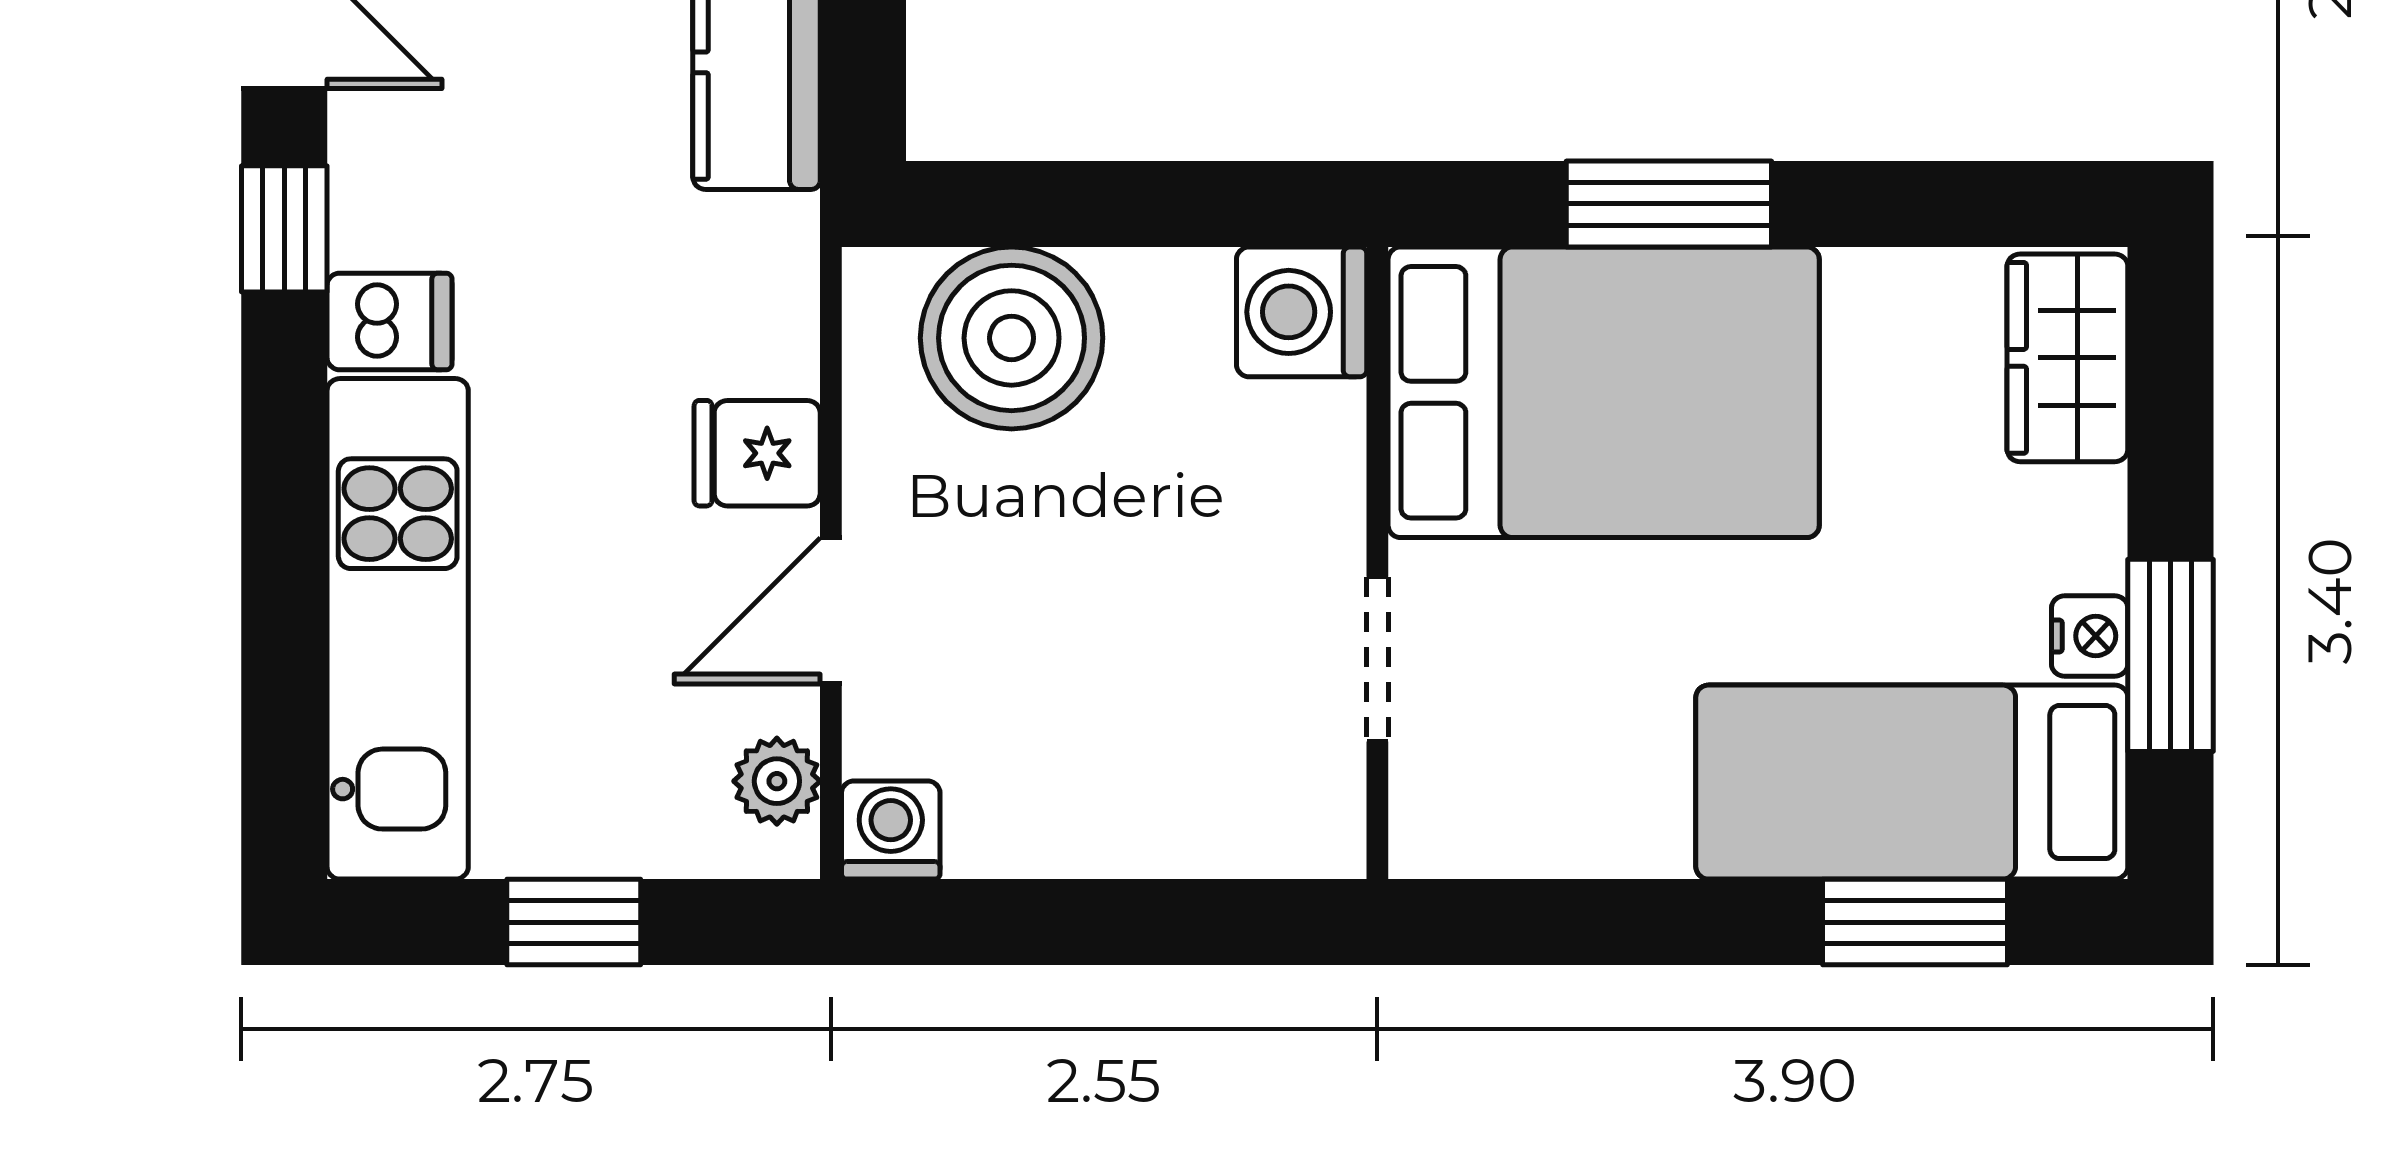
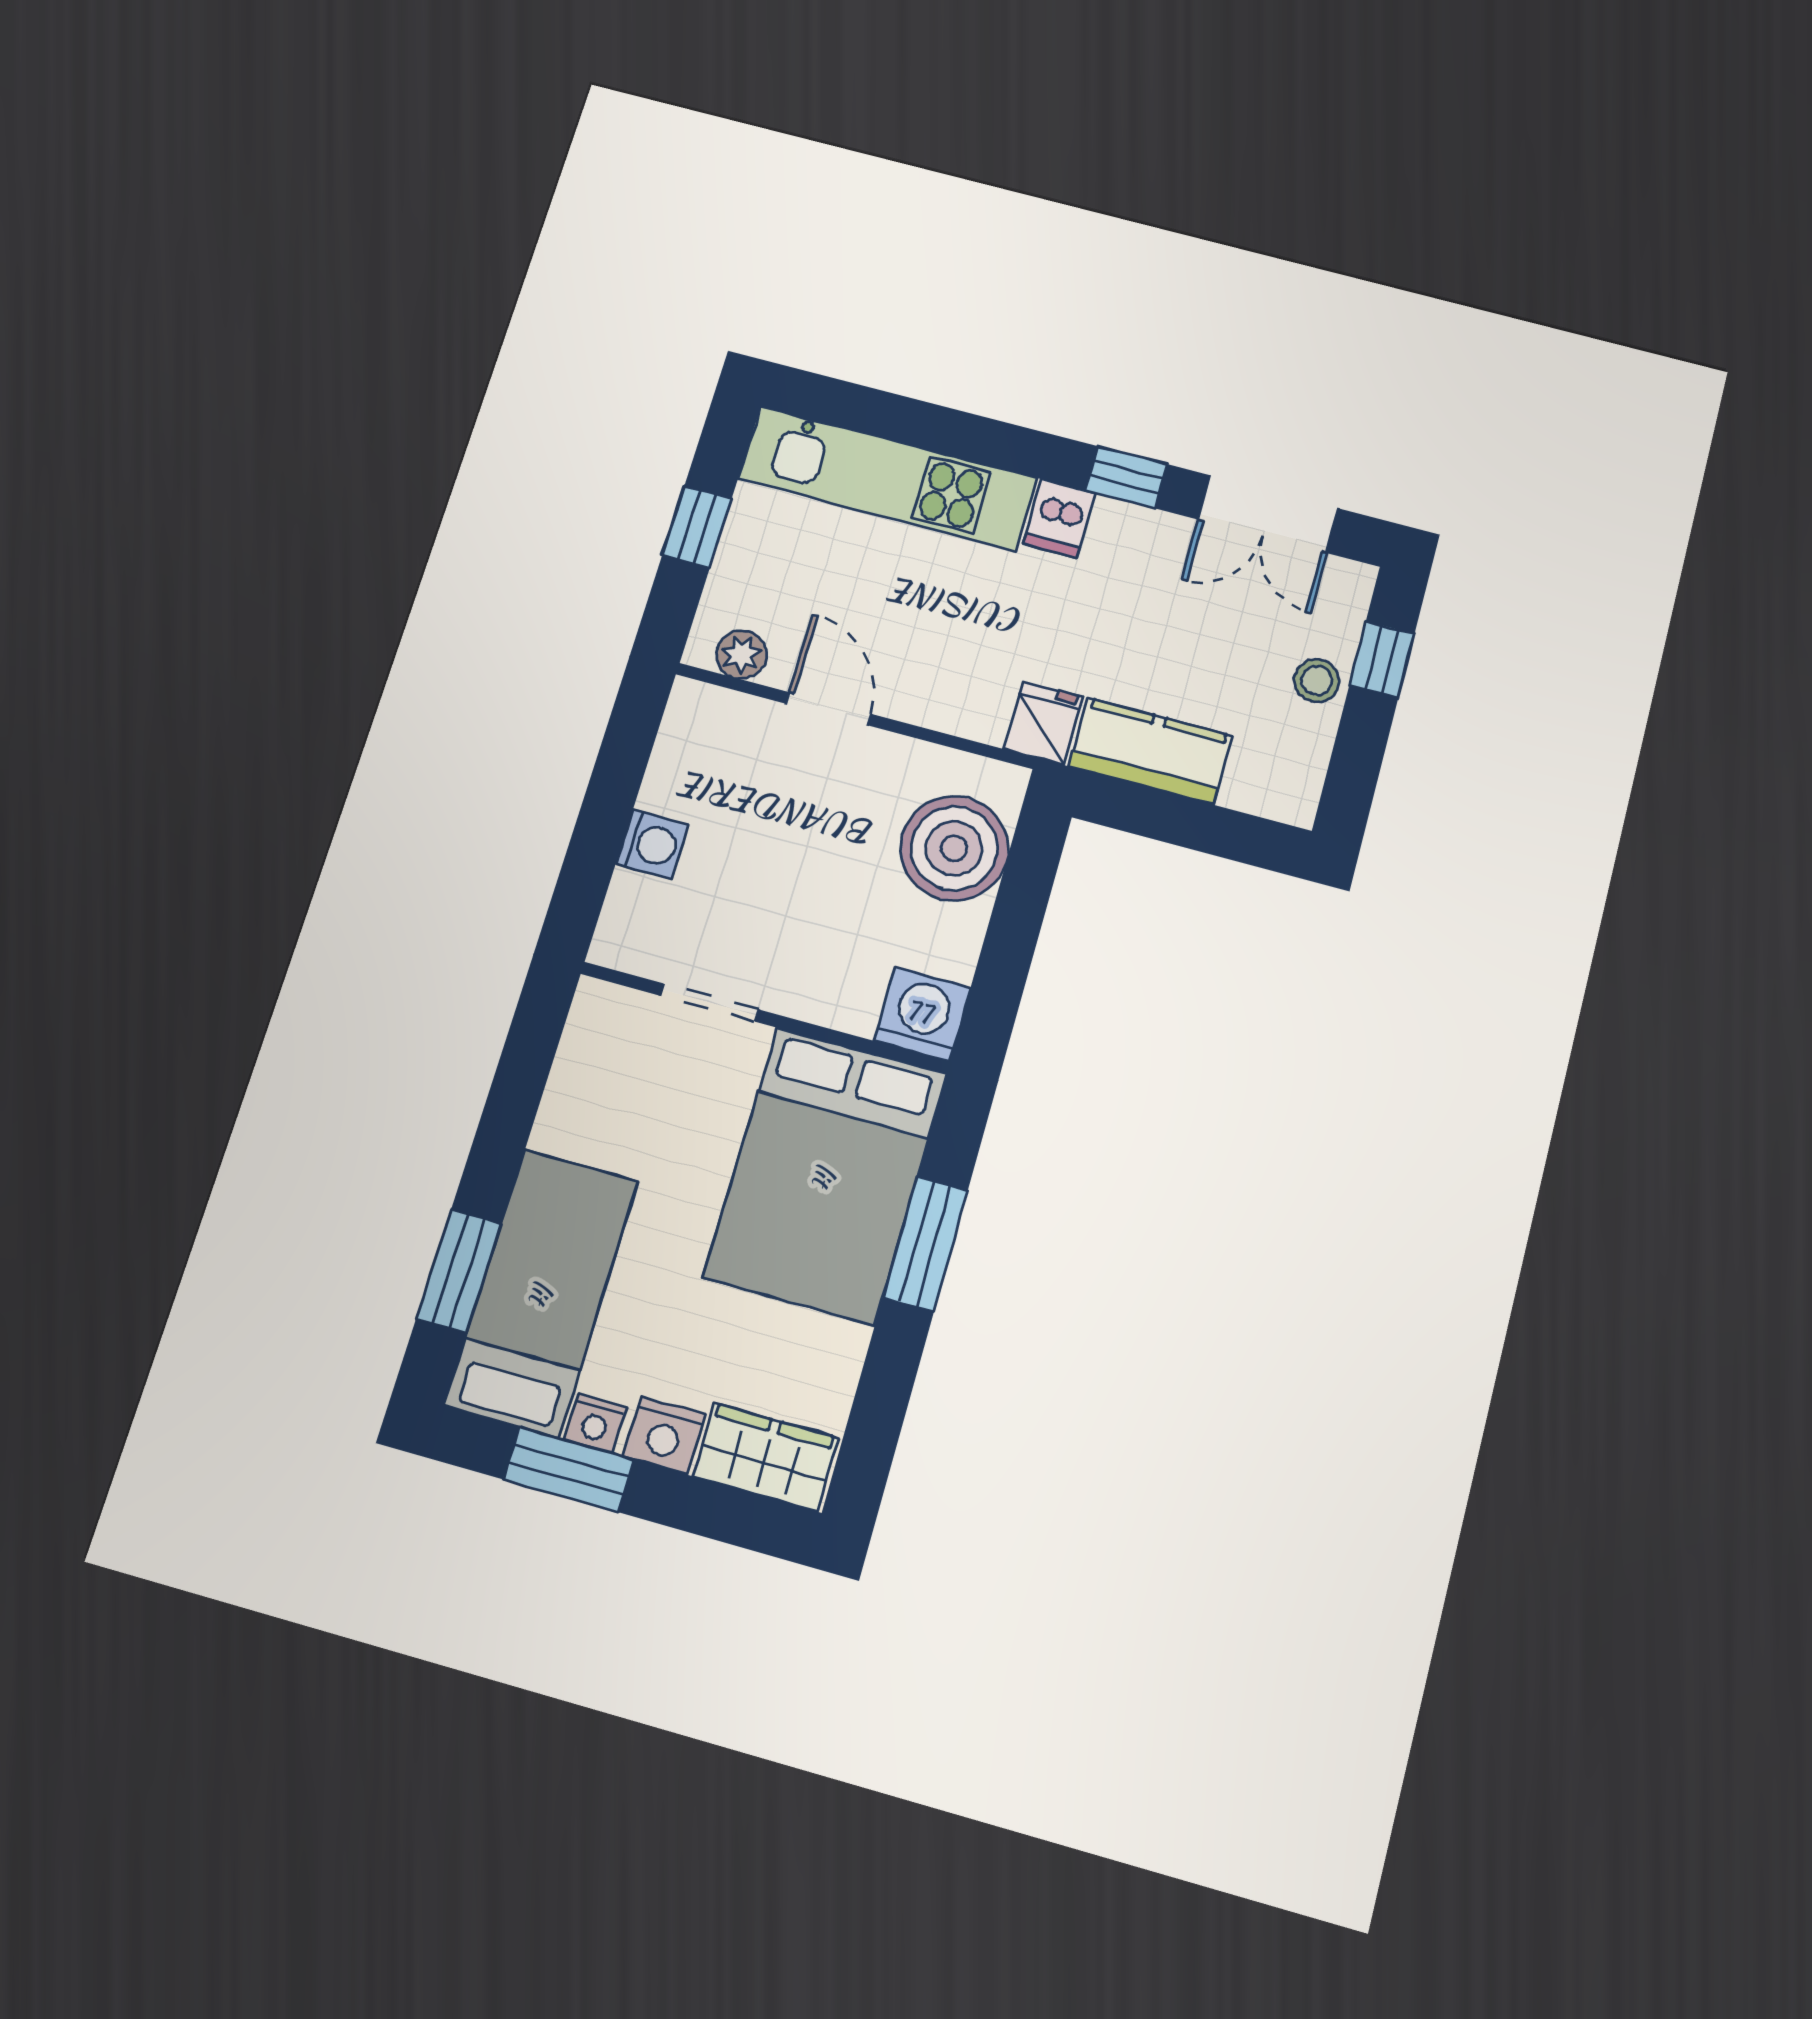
fridge: (757, 453) -> (1043, 723), moved
nightstand: (2078, 524) -> (664, 1435), added
washing machine: (891, 830) -> (652, 844), moved

